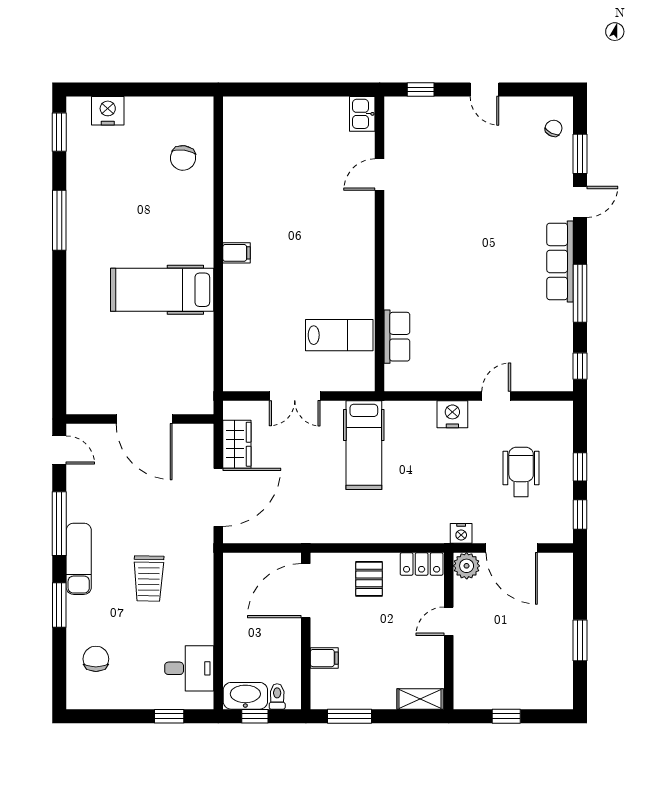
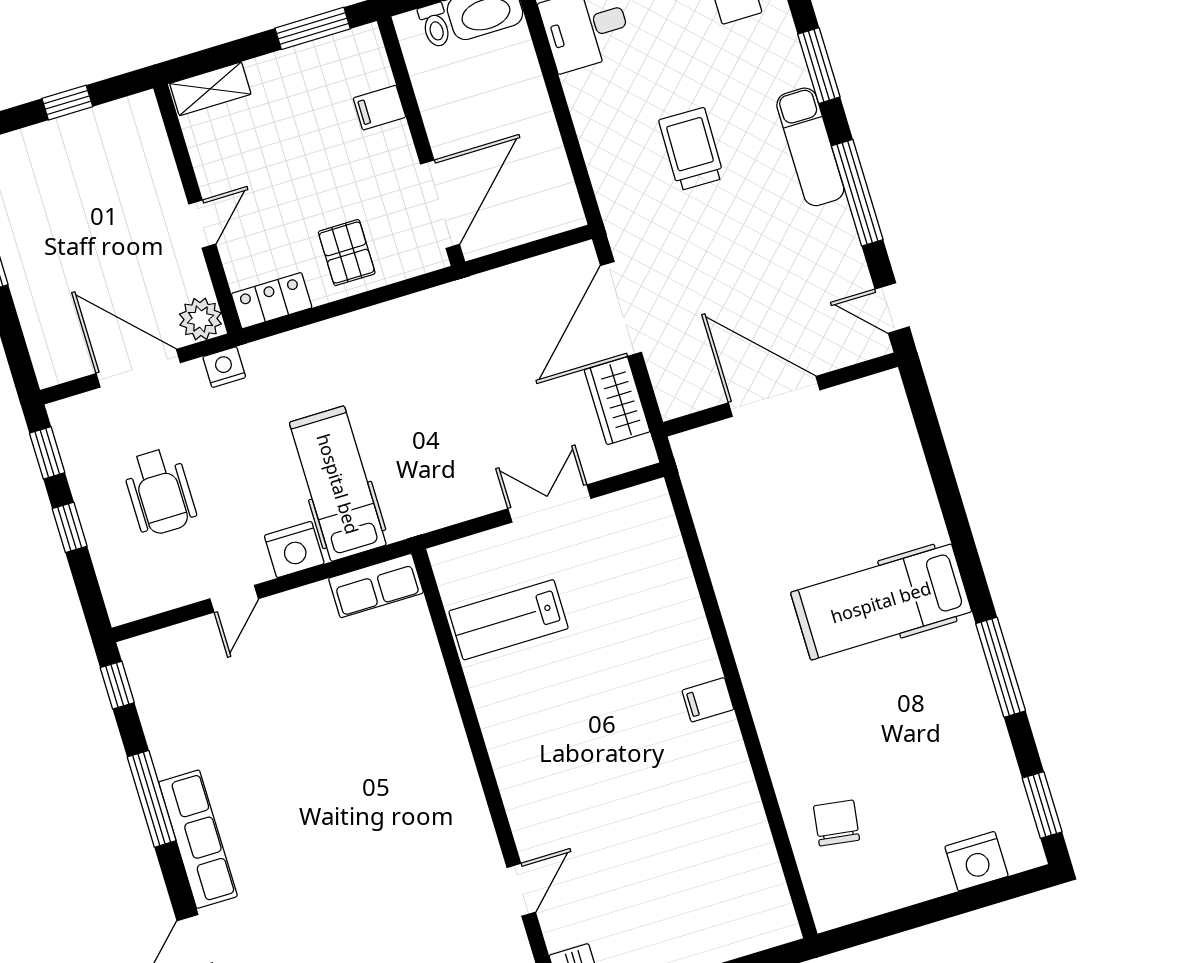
hospital bed: (162, 290) -> (881, 602), moved, turned 180
row of seats: (397, 337) -> (376, 586), moved, turned -90
hospital bed: (364, 445) -> (338, 484), moved

